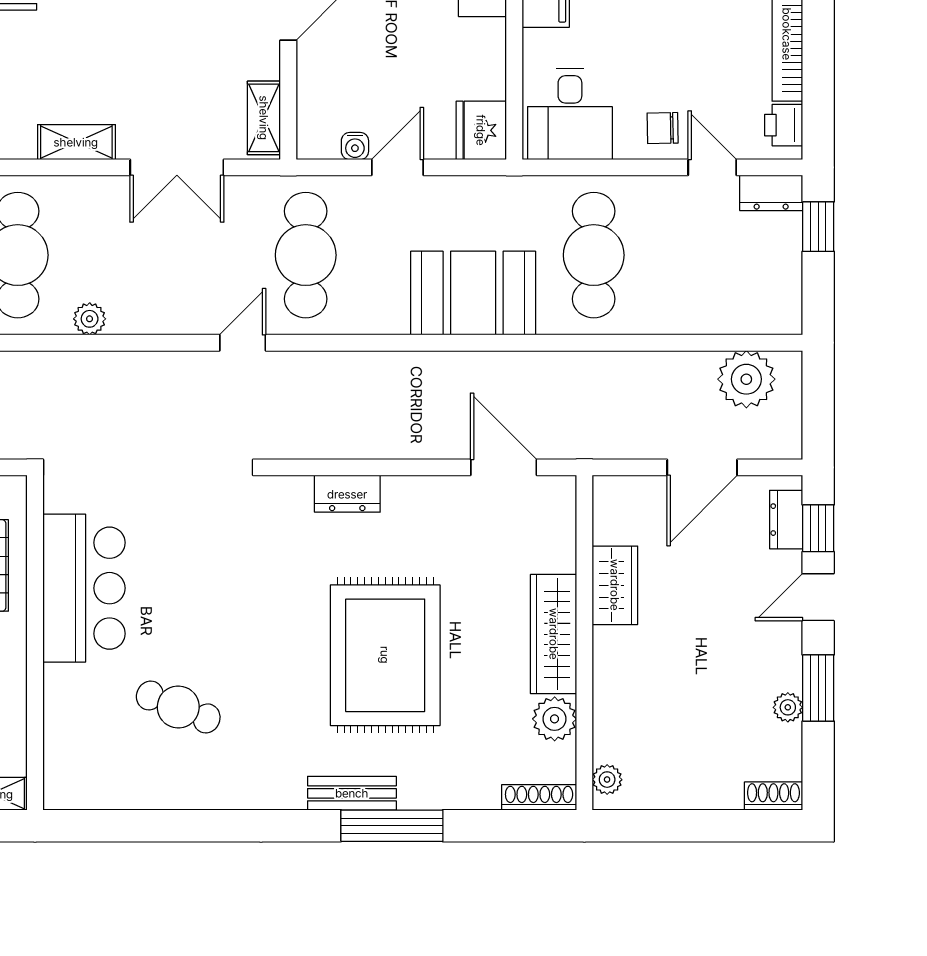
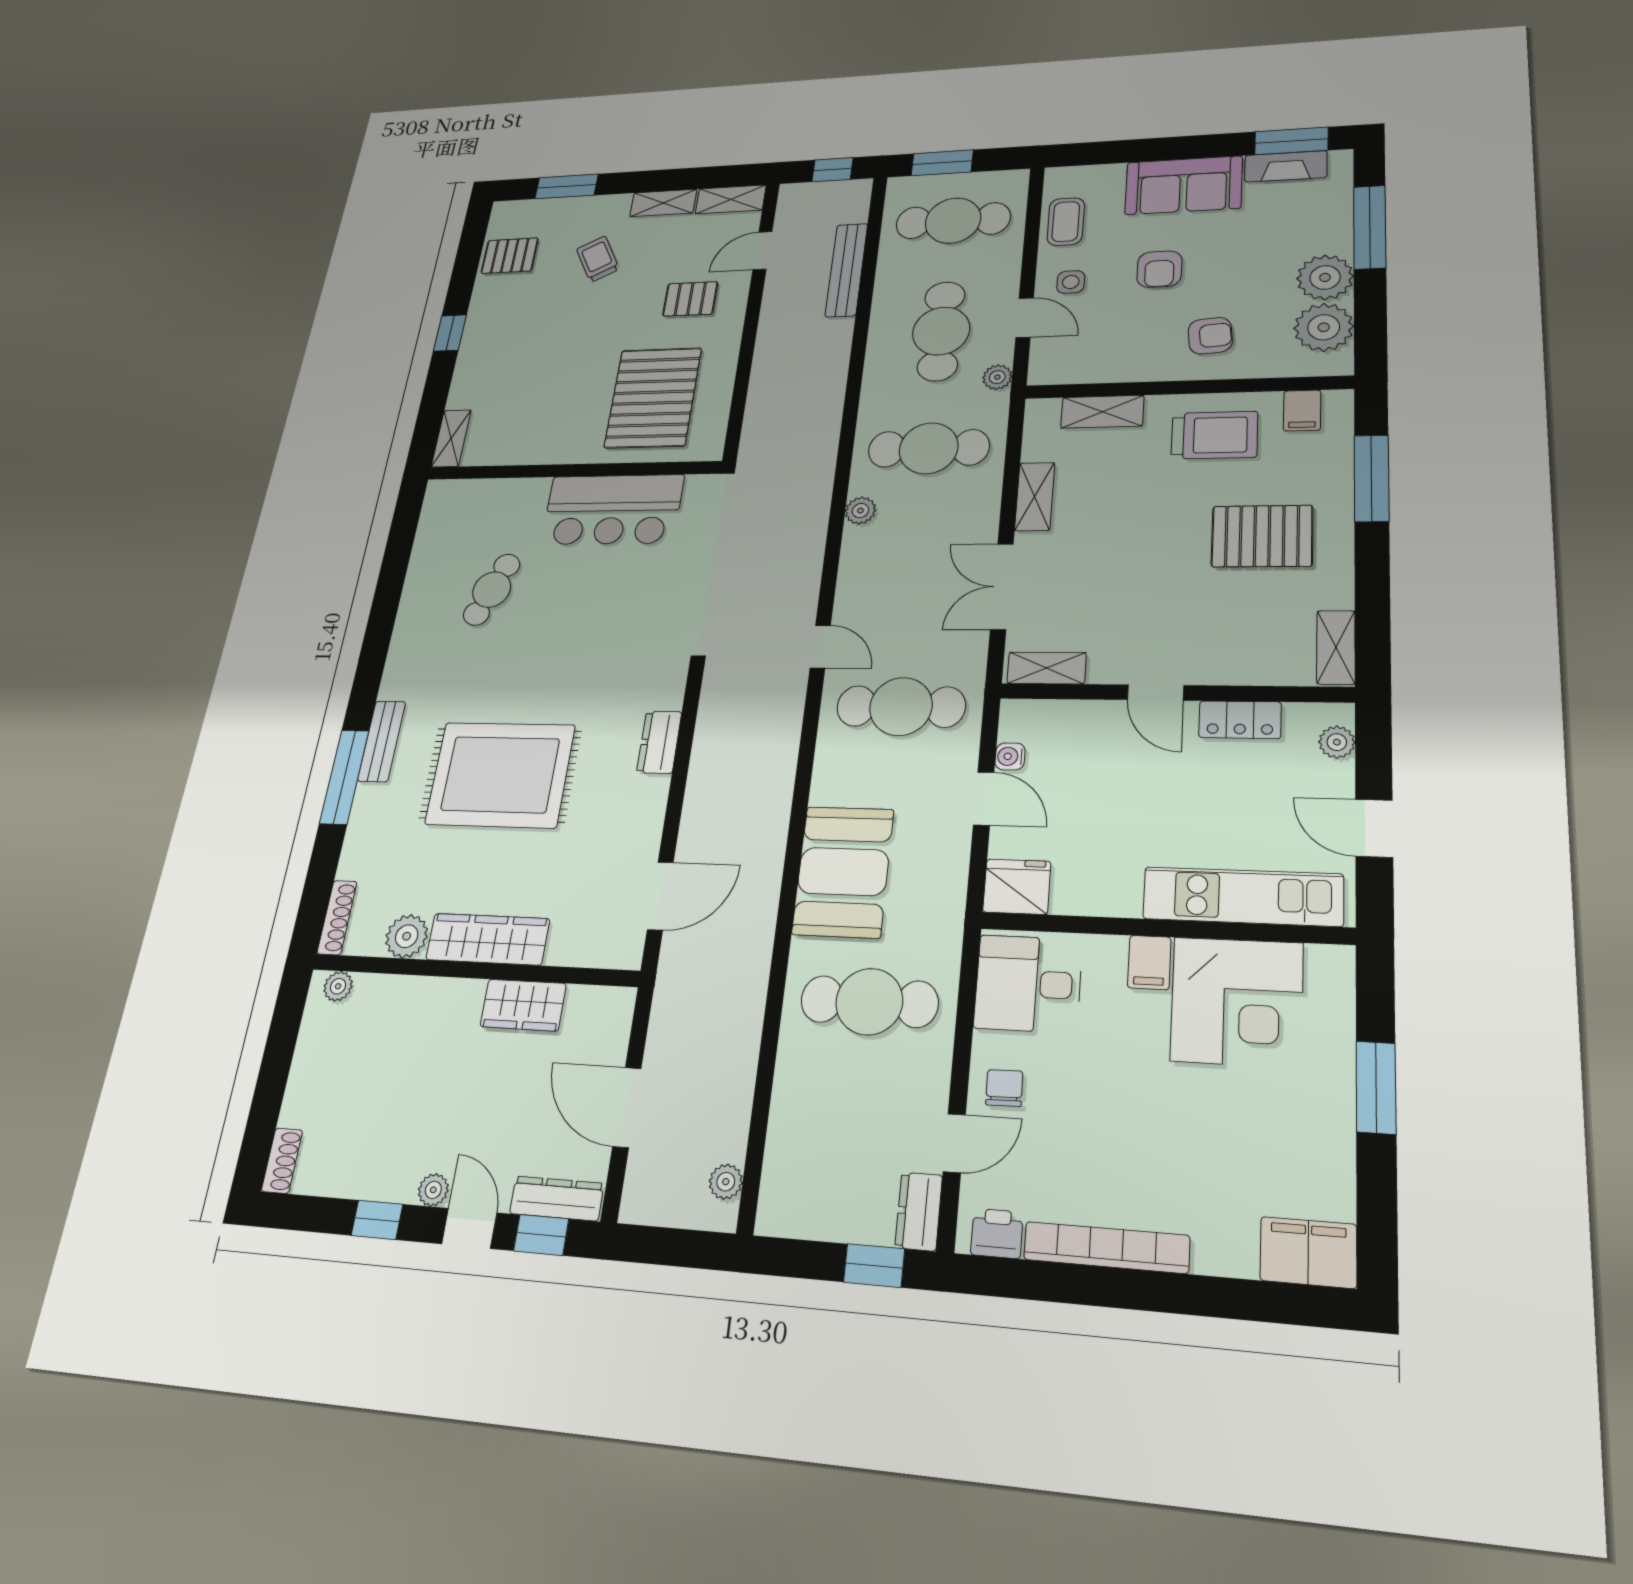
plant: (746, 379) -> (726, 1182), width x0.53, depth x0.53
dresser: (786, 520) -> (557, 1198), width x1.44
window: (818, 688) -> (377, 1220), width x0.67
plant: (788, 707) -> (433, 1190), moved

